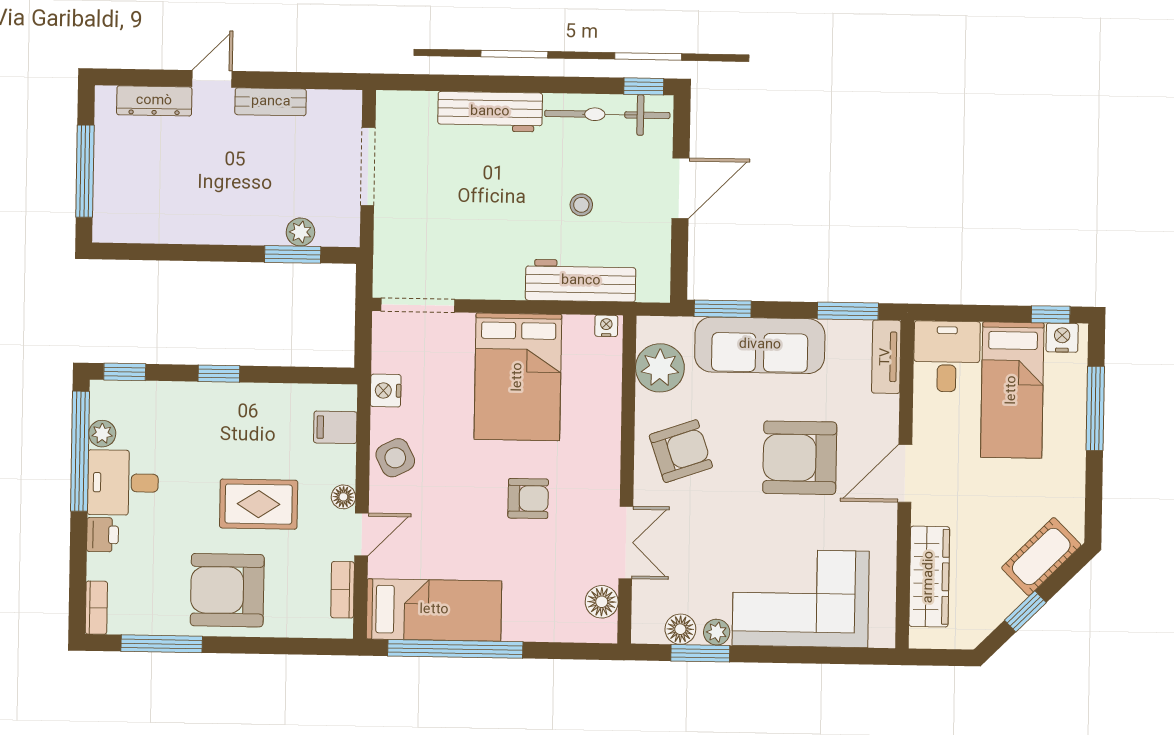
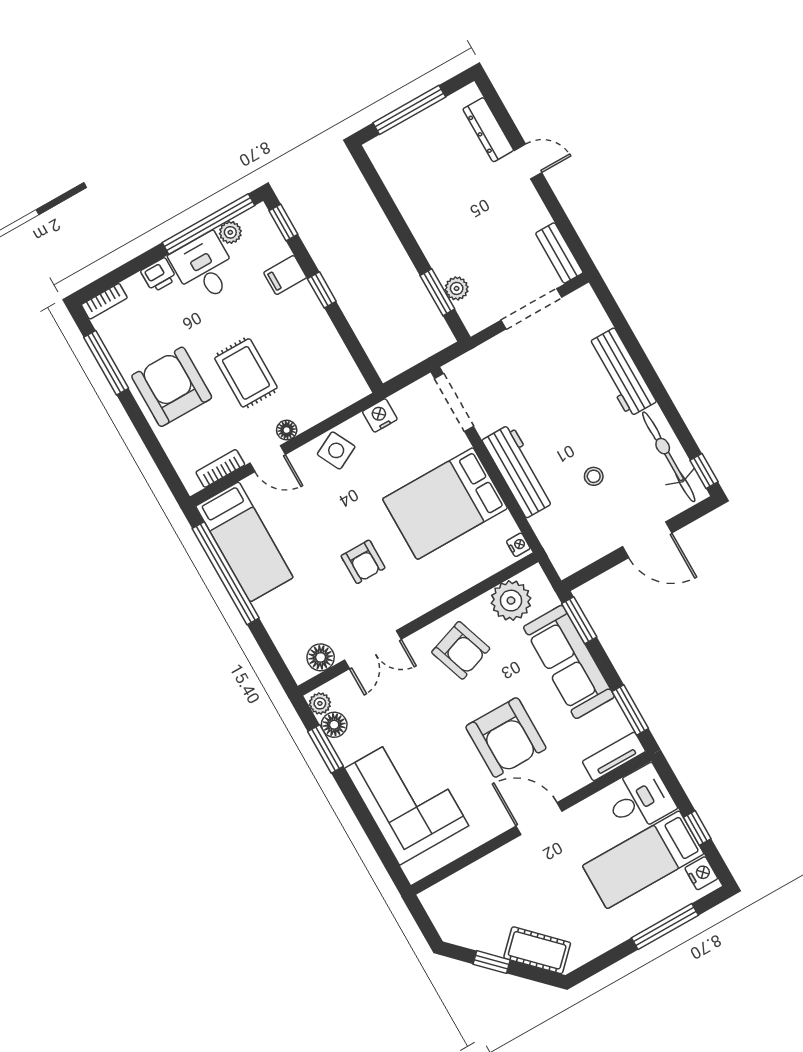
bench: (271, 102) -> (559, 253), moved
workbench: (581, 281) -> (519, 471), moved
window: (1051, 314) -> (697, 828), moved
filing cabinet: (335, 427) -> (285, 275), moved, turned -90
armchair: (800, 458) -> (506, 737), turned 180
wardrobe: (929, 577) -> (476, 879), removed
plant: (717, 632) -> (320, 703), moved

